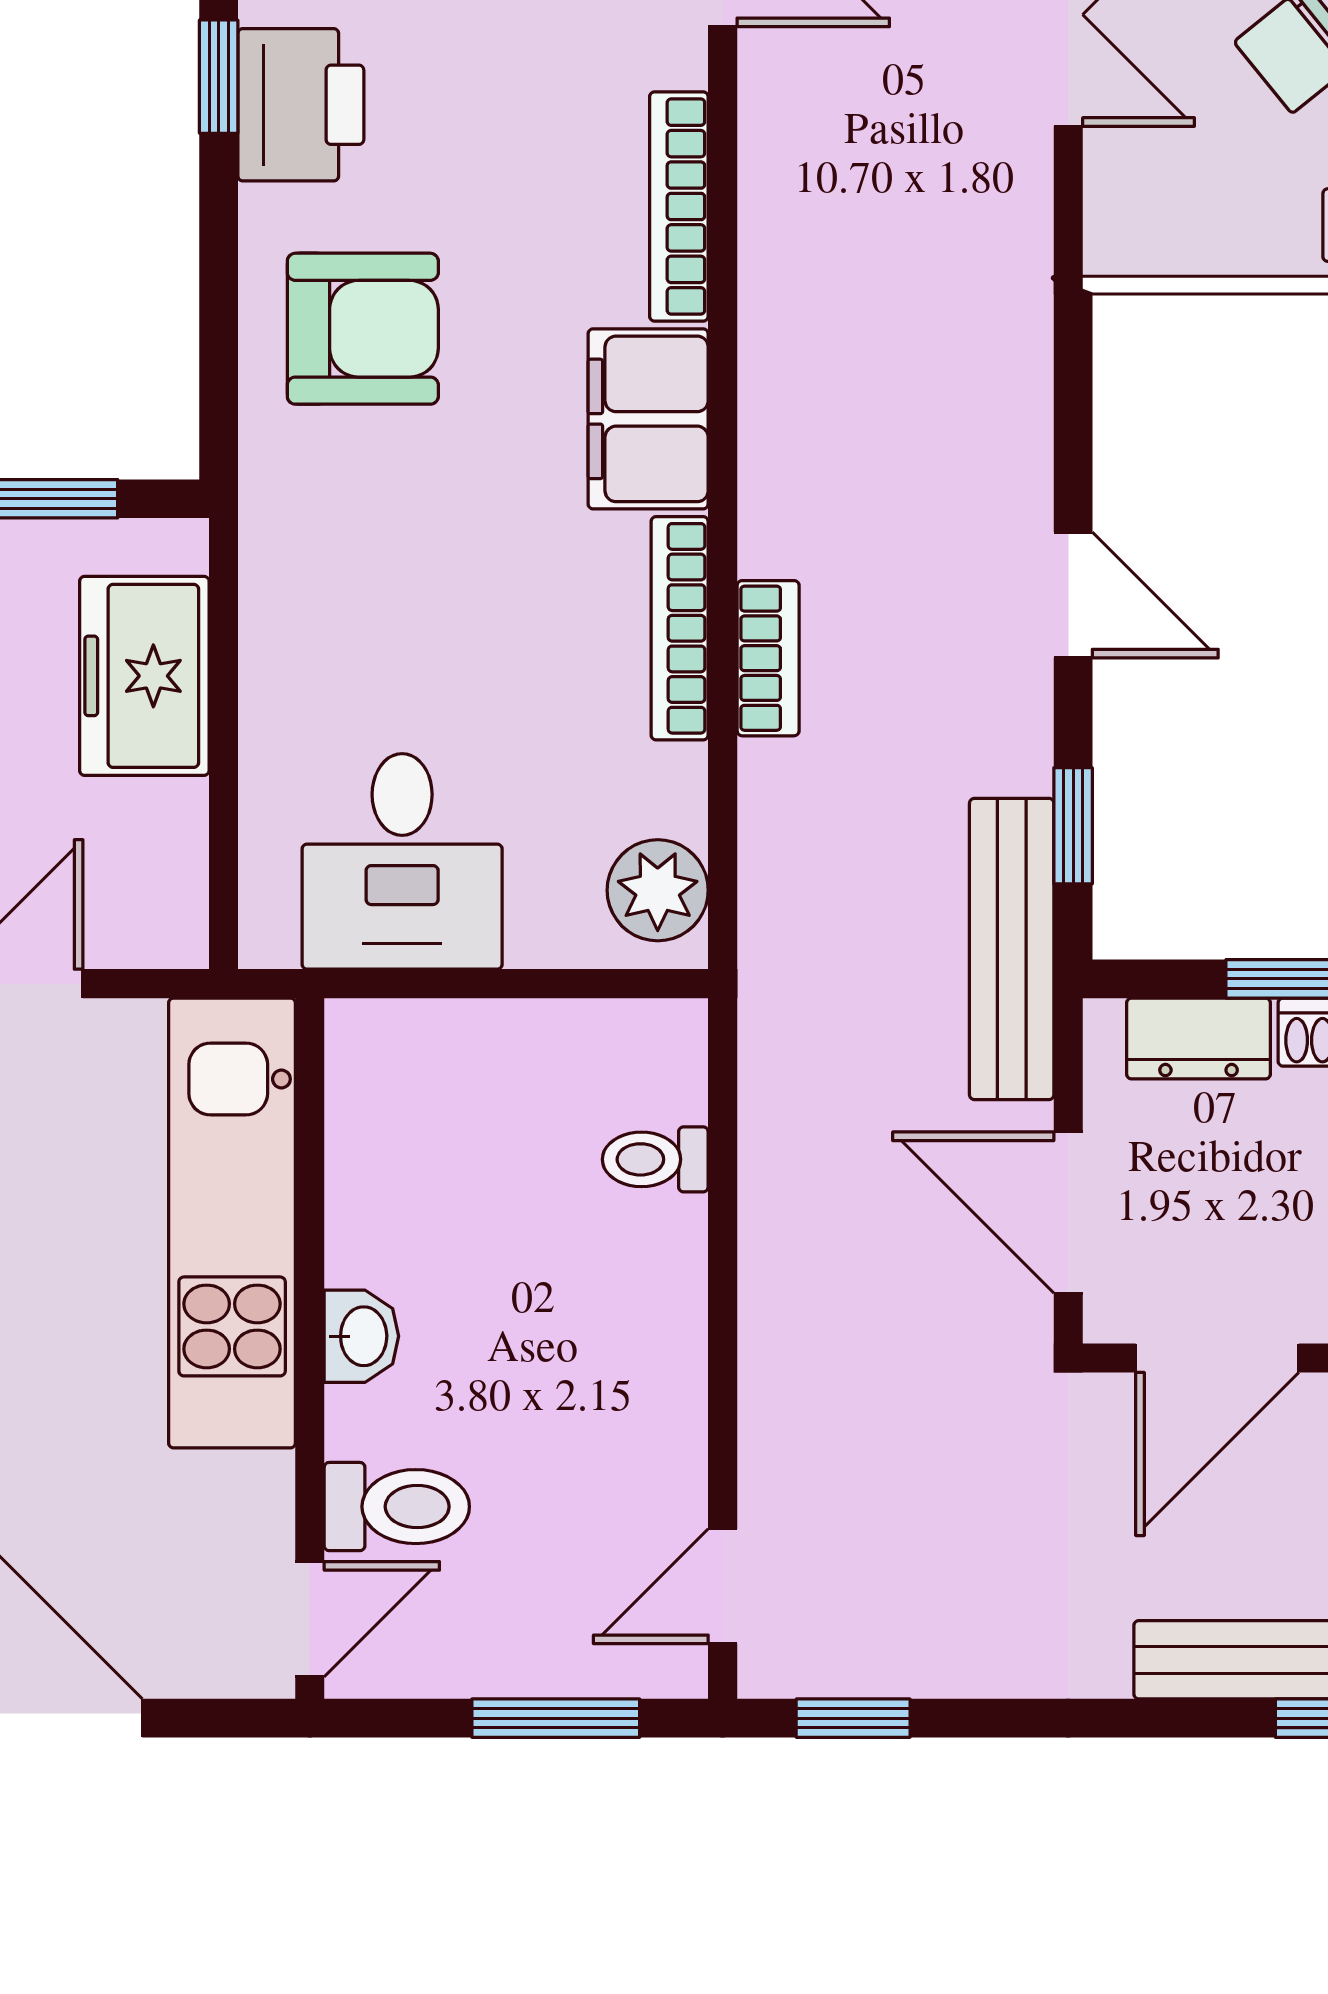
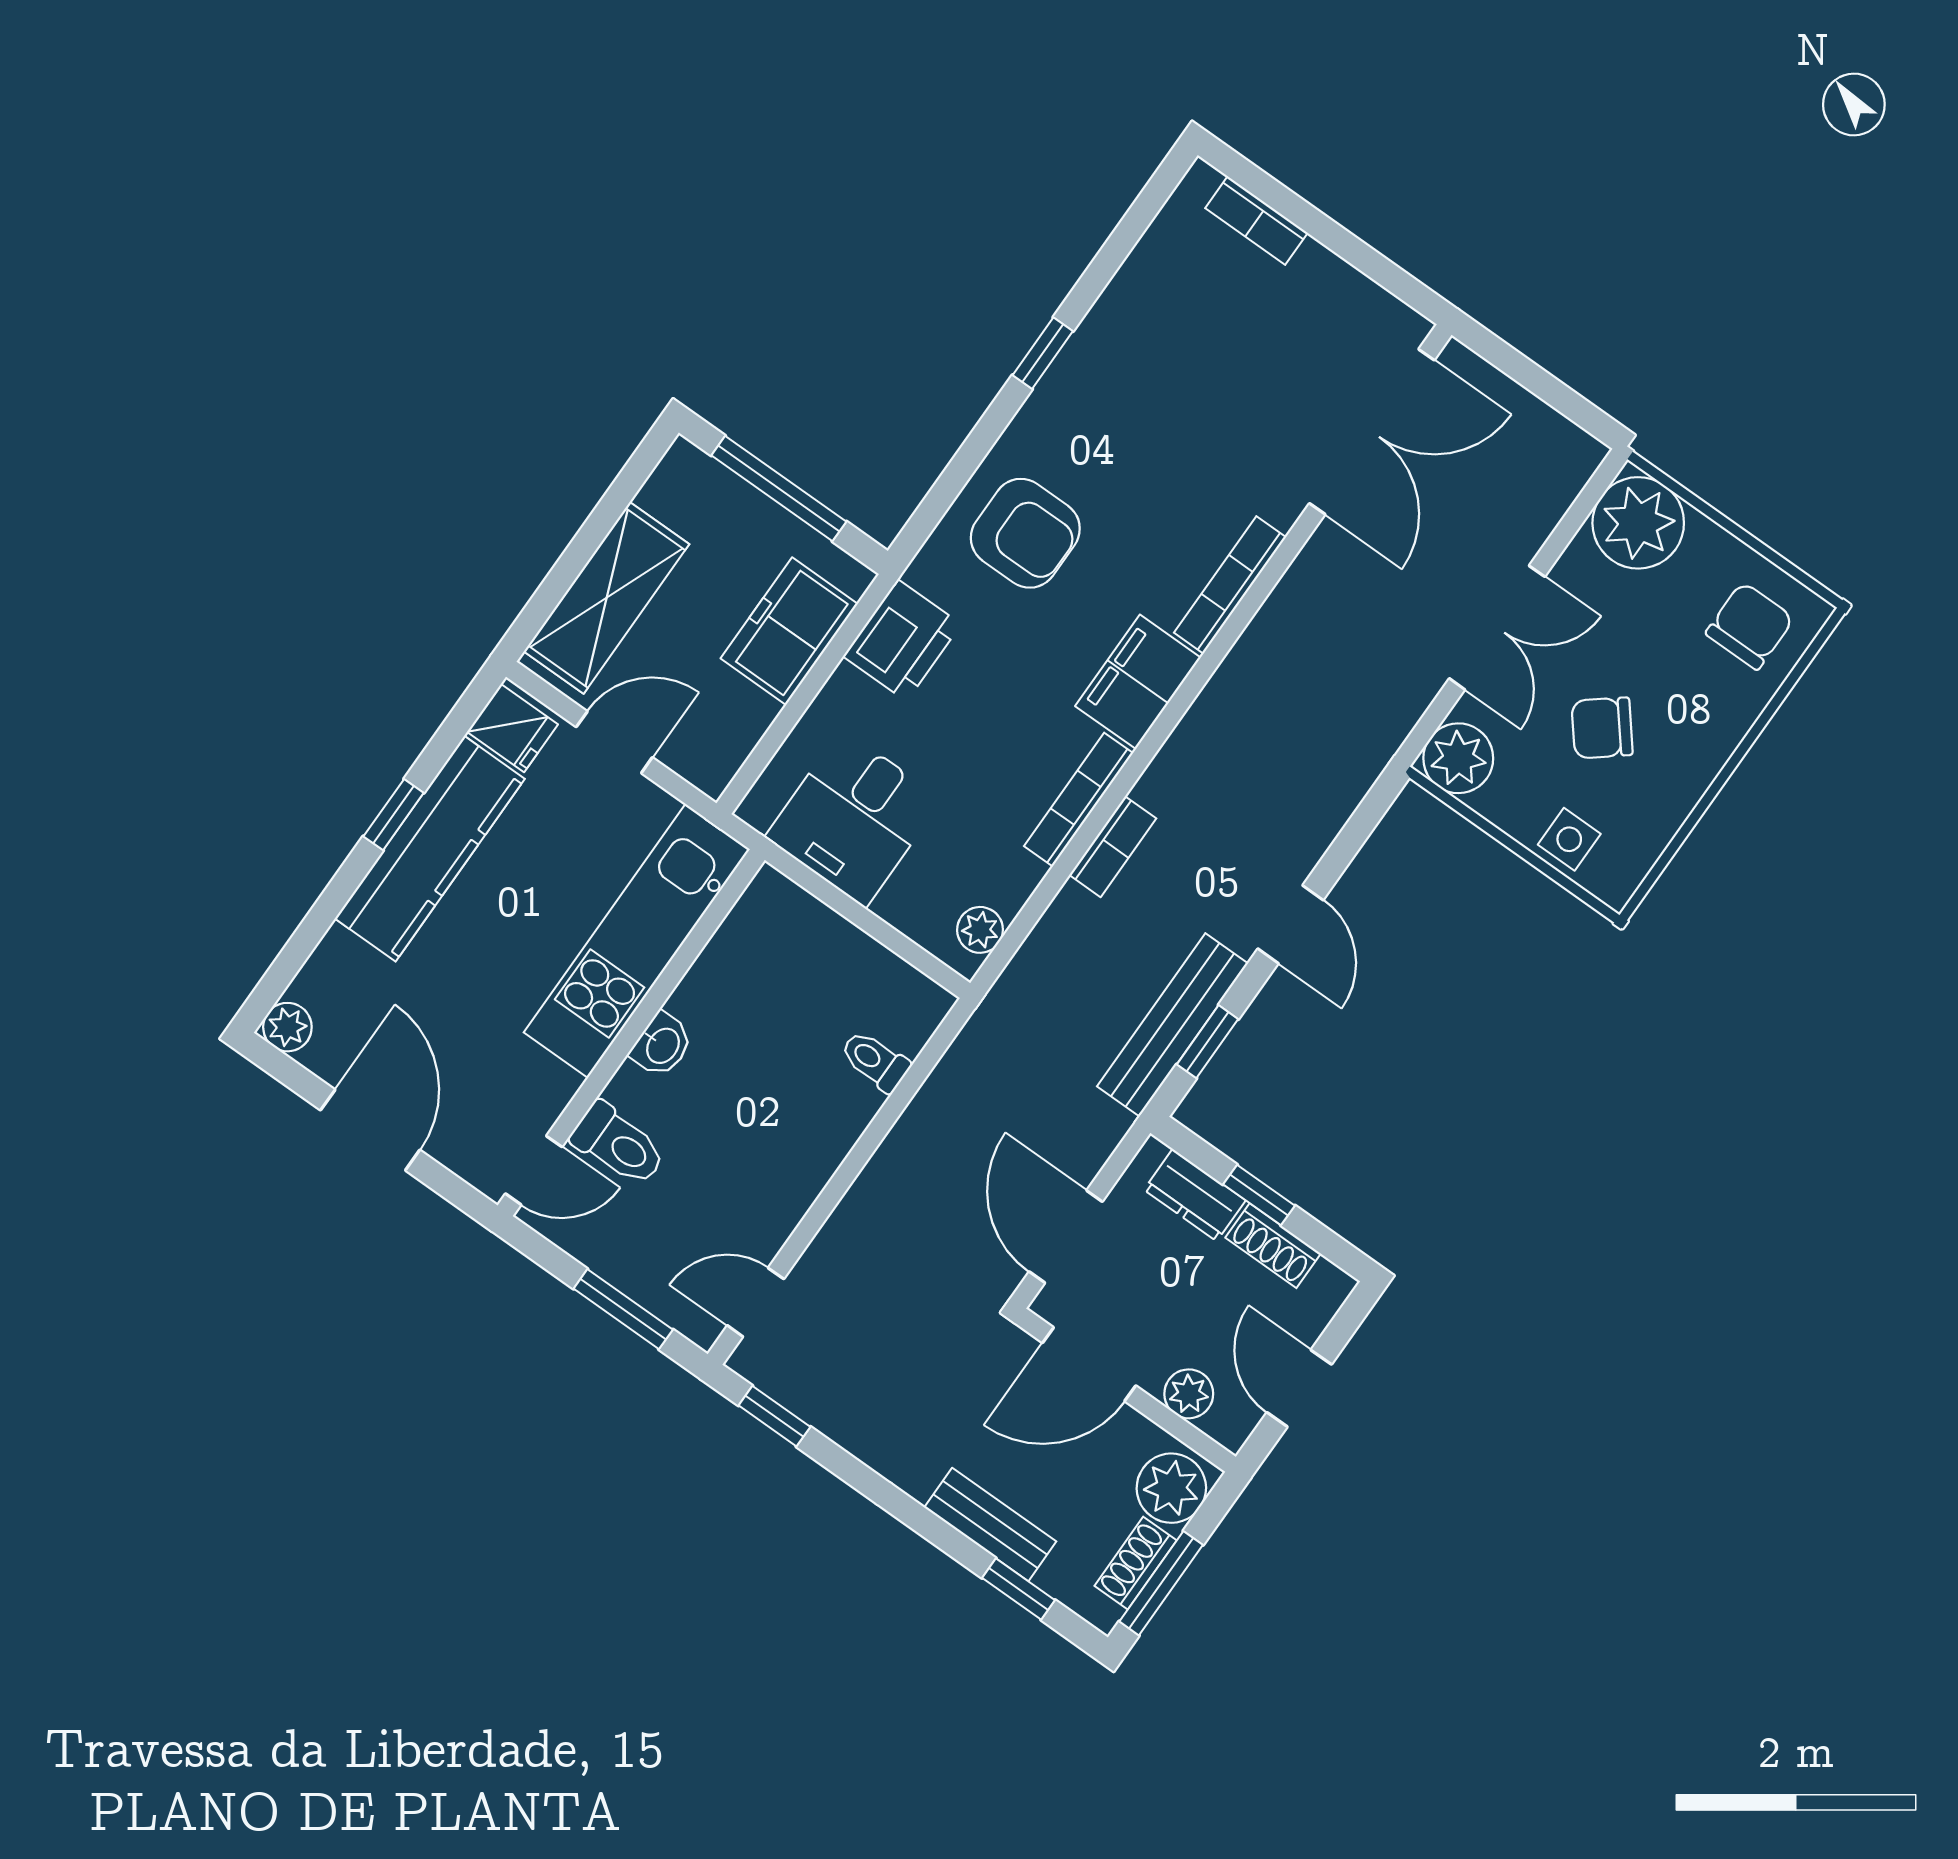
printer: (301, 105) -> (902, 640), moved
plant: (1139, 222) -> (1458, 758), added
plant: (658, 890) -> (980, 930), width x0.73, depth x0.73
bench: (1012, 949) -> (1173, 1025), moved

